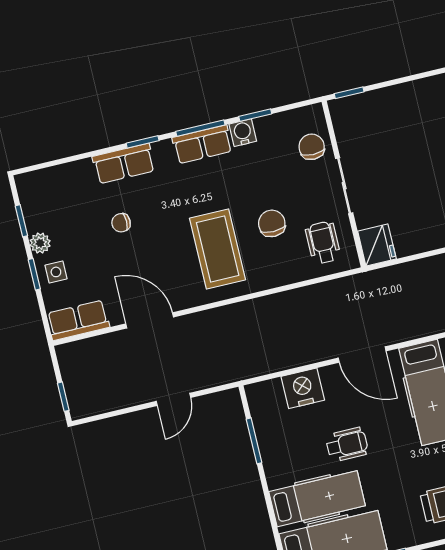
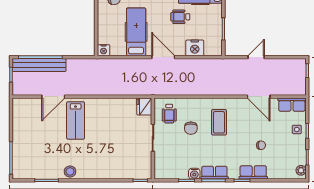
chair: (312, 147) -> (164, 159), removed
plant: (40, 243) -> (301, 170), moved
coffee table: (218, 249) -> (219, 122), width x0.73, depth x0.76

